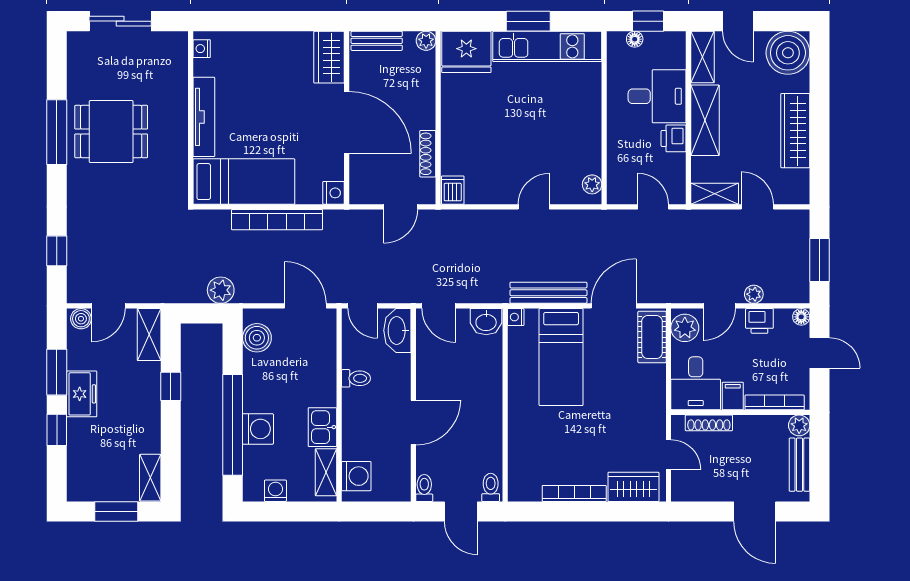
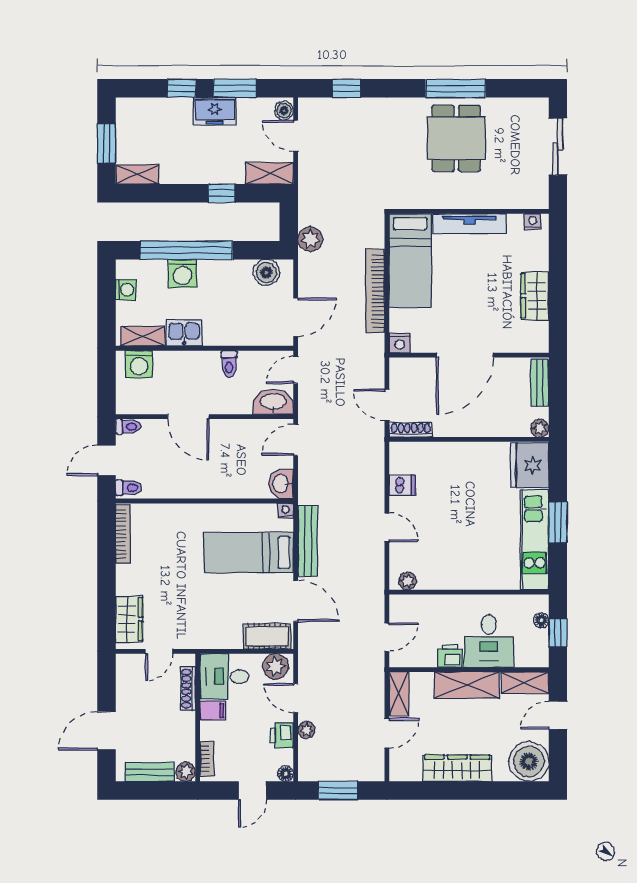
wardrobe: (329, 57) -> (535, 296), moved, turned -90
shoe rack: (428, 154) -> (411, 430), moved
dishwasher: (453, 190) -> (402, 485), moved
bookcase: (775, 402) -> (207, 759), width x0.64
bookcase: (574, 493) -> (123, 534), moved

